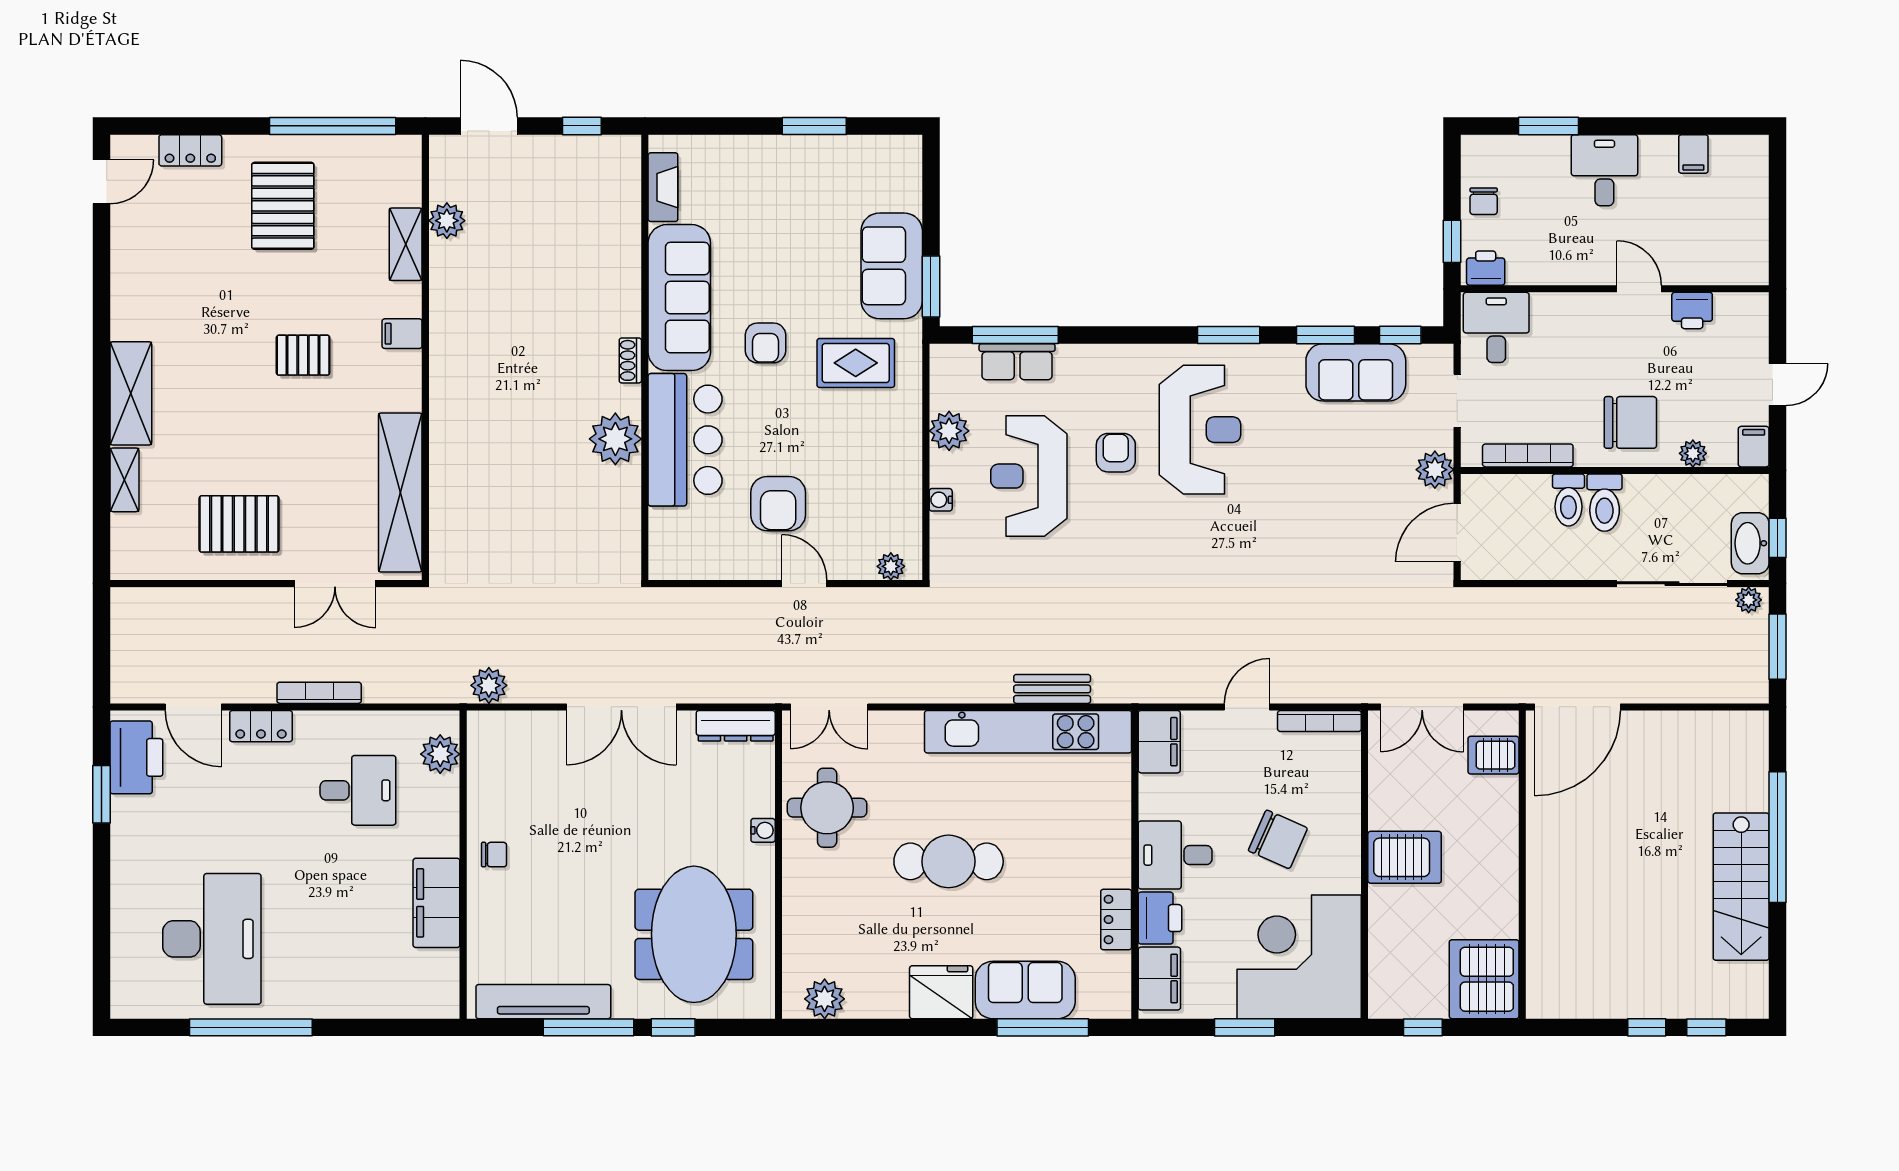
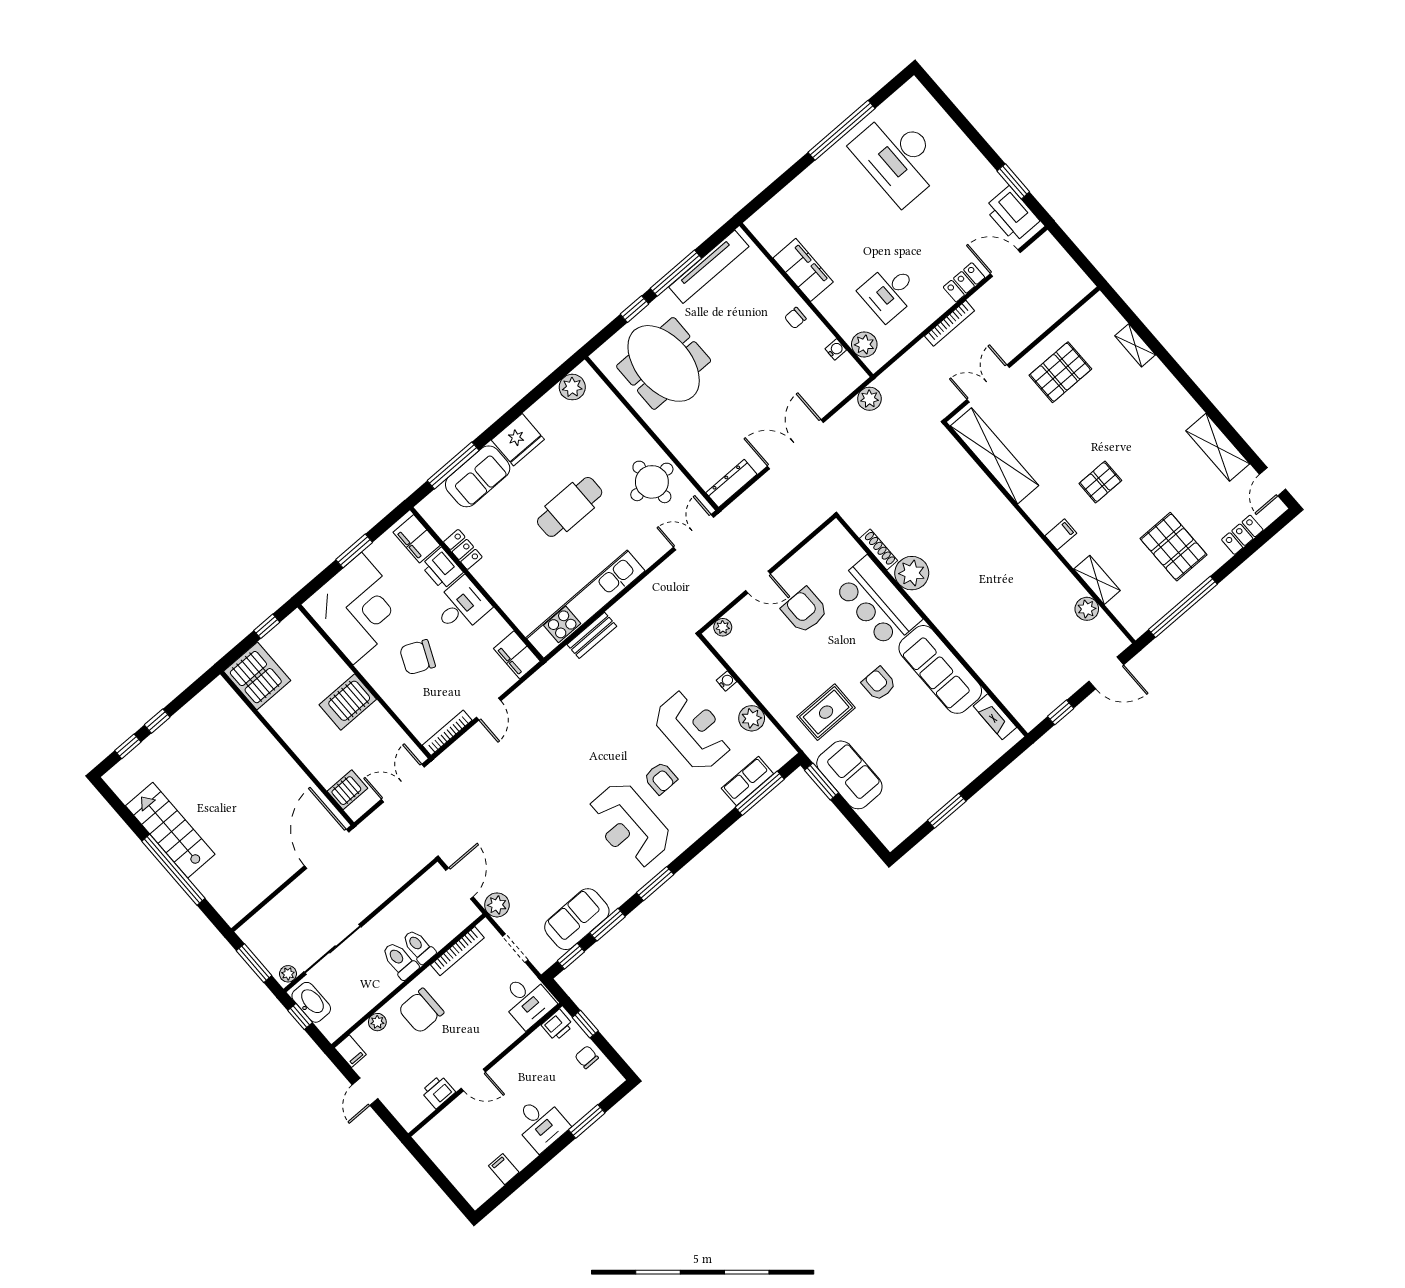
shoe rack: (630, 360) -> (879, 549), moved, width x1.43
shelving: (131, 393) -> (1218, 447), moved
water cooler: (763, 830) -> (836, 349), moved, turned 180

